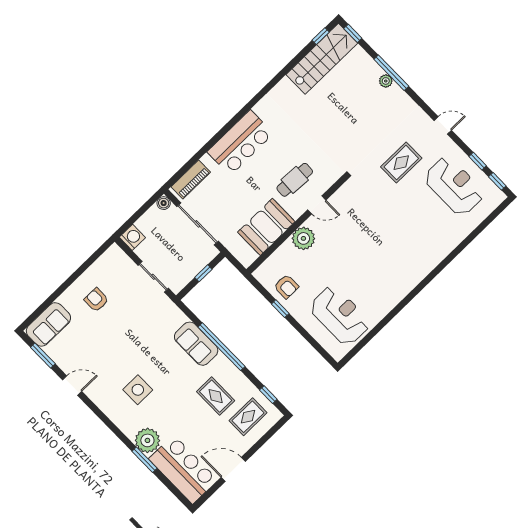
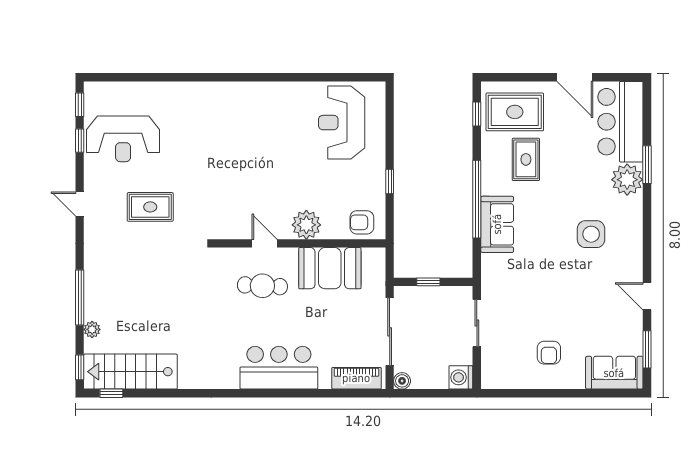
plant: (386, 81) -> (92, 329), moved
reception desk: (454, 186) -> (123, 139), turned -90
armchair: (286, 287) -> (362, 222), moved, turned -90
rug: (248, 417) -> (515, 112), width x1.36, depth x1.43

